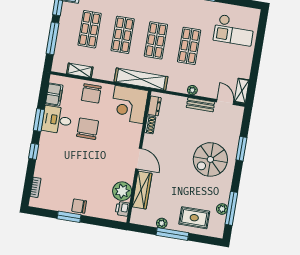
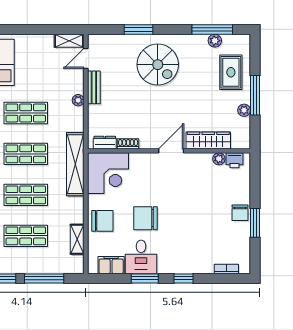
plant: (122, 191) -> (219, 159), width x0.53, depth x0.53

